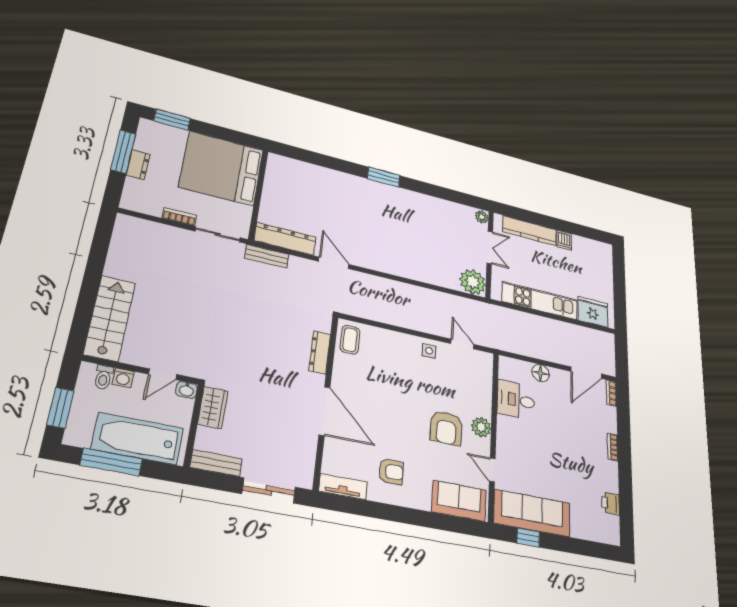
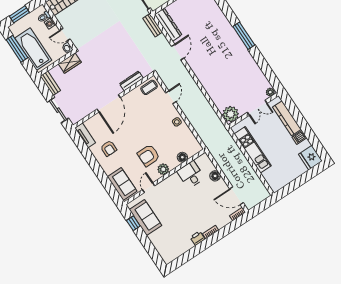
window: (384, 177) -> (244, 36), width x1.44
fridge: (593, 312) -> (310, 158), moved, turned 180
door: (462, 344) -> (171, 97), moved
floor lamp: (484, 388) -> (182, 157), added
printer: (611, 503) -> (197, 238), moved
sofa: (532, 513) -> (145, 218), width x0.73

